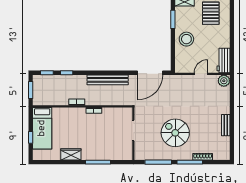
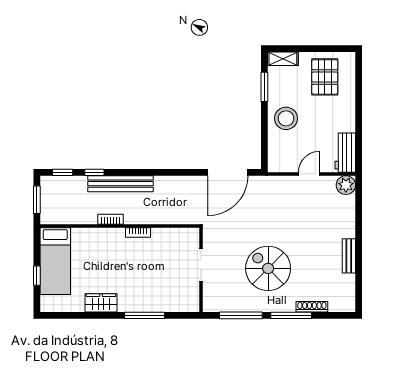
bench: (108, 80) -> (121, 184), moved

